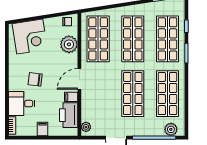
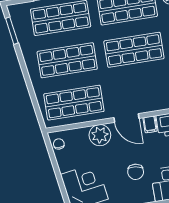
plant: (69, 44) -> (100, 135), moved

